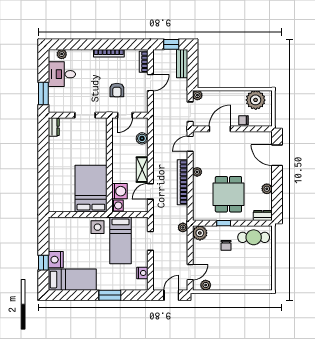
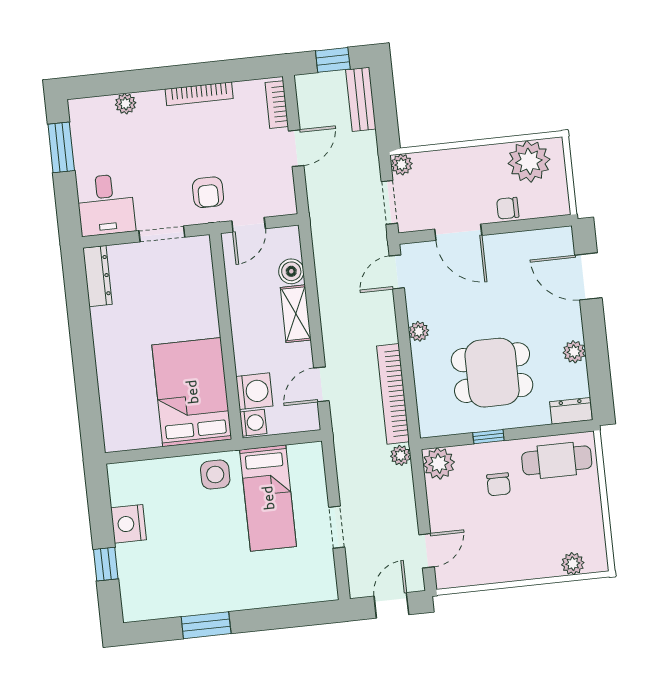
plant: (62, 54) -> (126, 104), moved
desk: (62, 74) -> (106, 205), moved, turned -90
armchair: (117, 90) -> (208, 192), moved
window: (43, 93) -> (61, 147), moved
dresser: (54, 127) -> (98, 276), width x1.44
door: (220, 129) -> (458, 232), swing flipped
shelving: (142, 170) -> (296, 314), moved
bookcase: (182, 182) -> (393, 394), moved
dining table: (228, 194) -> (492, 373), turned 90
doorway: (150, 241) -> (337, 527), moved
nightstand: (56, 260) -> (128, 524), moved
nightstand: (142, 273) -> (323, 564), removed
bed: (72, 280) -> (172, 594), removed
plant: (206, 285) -> (573, 564), moved
window: (110, 295) -> (206, 625), moved

